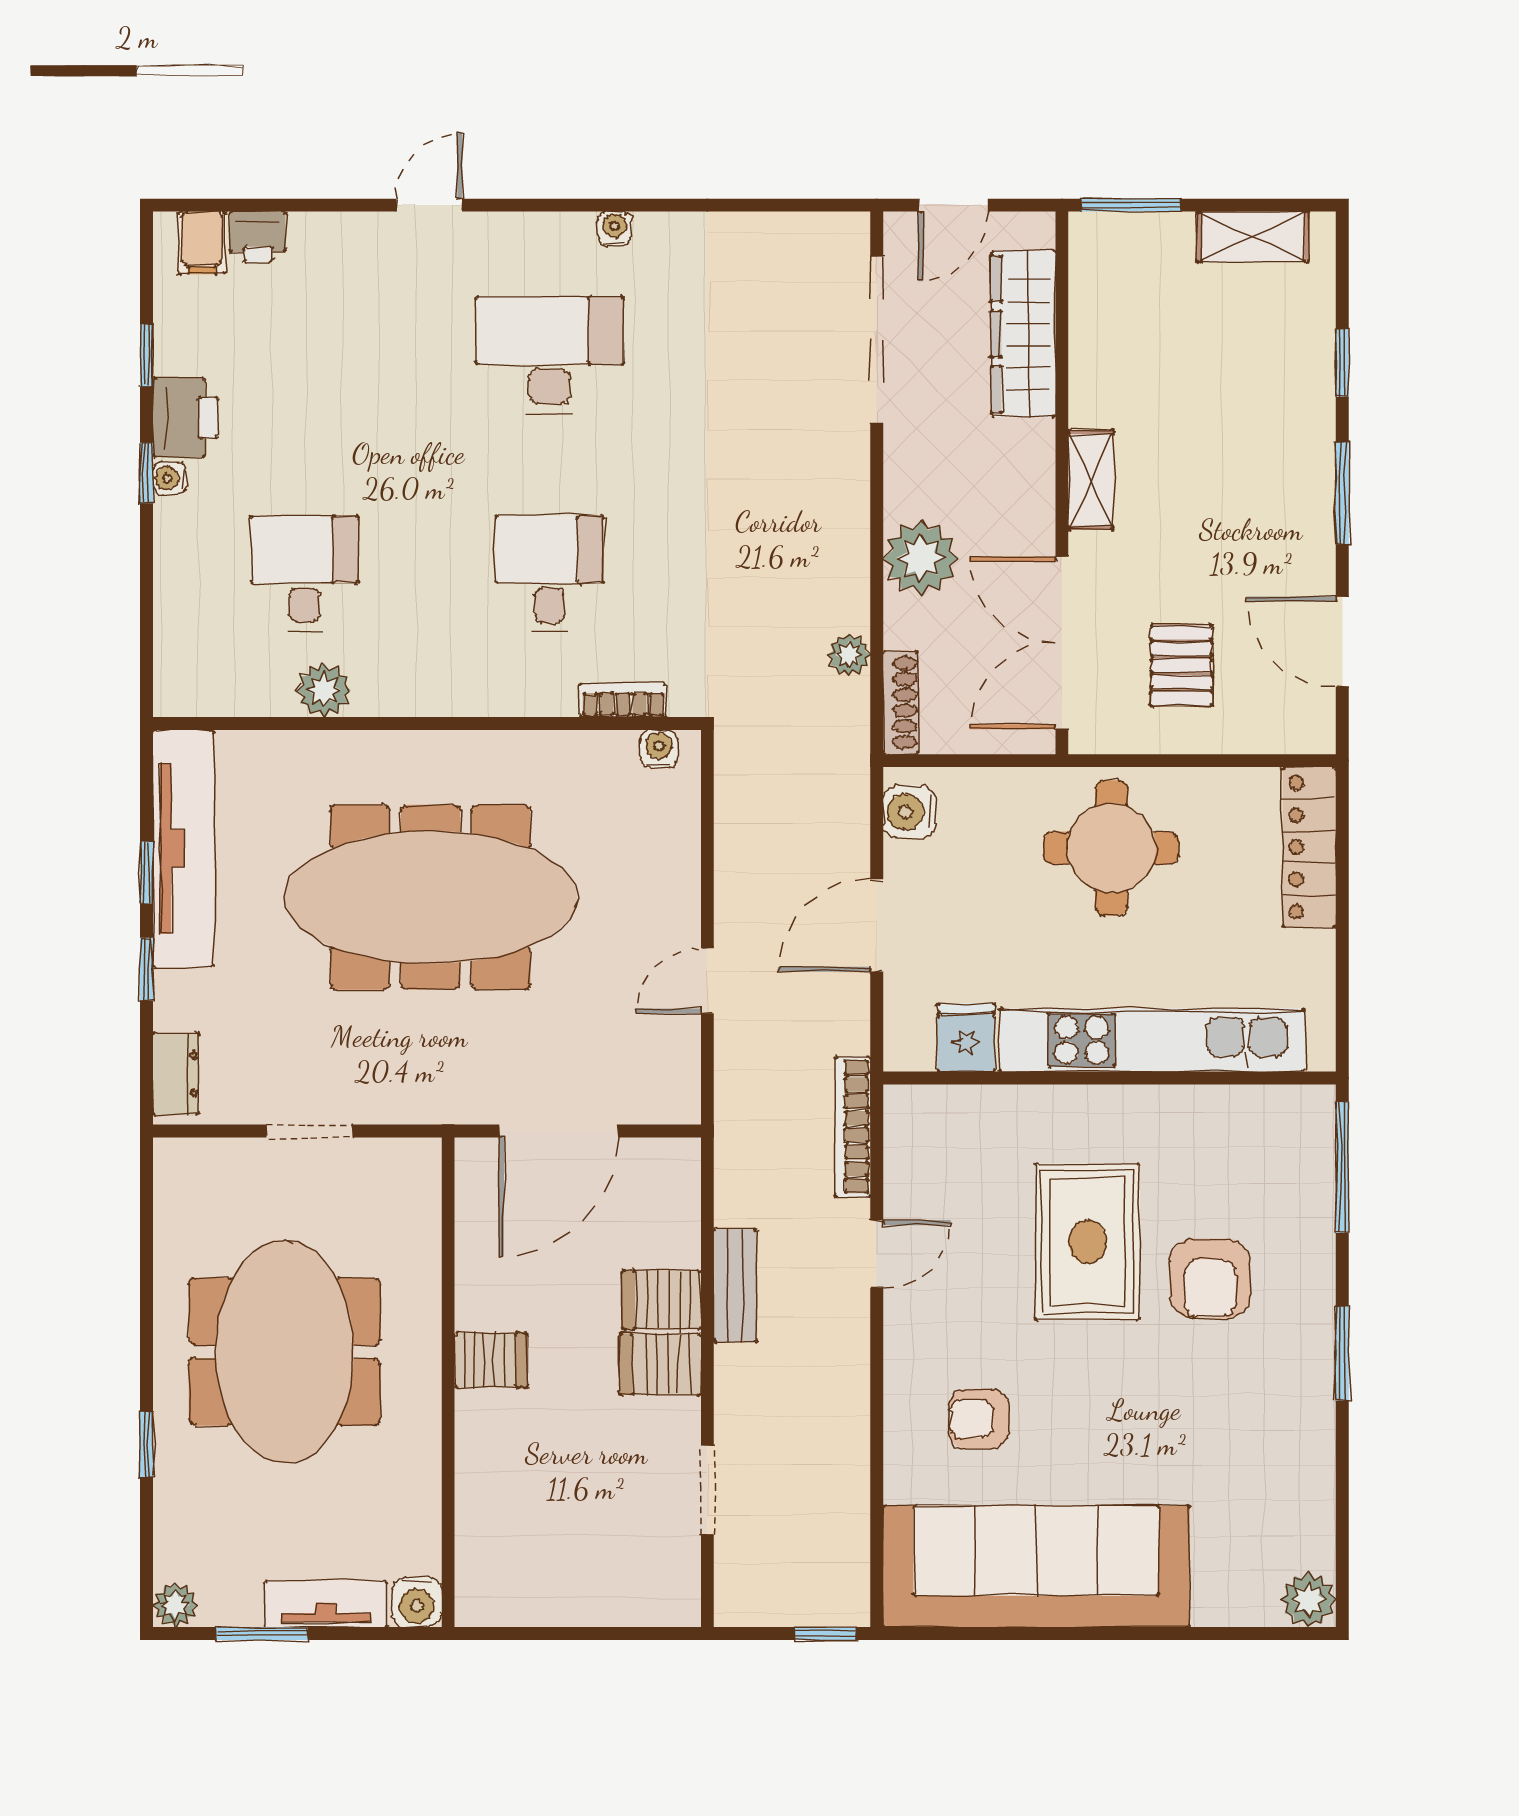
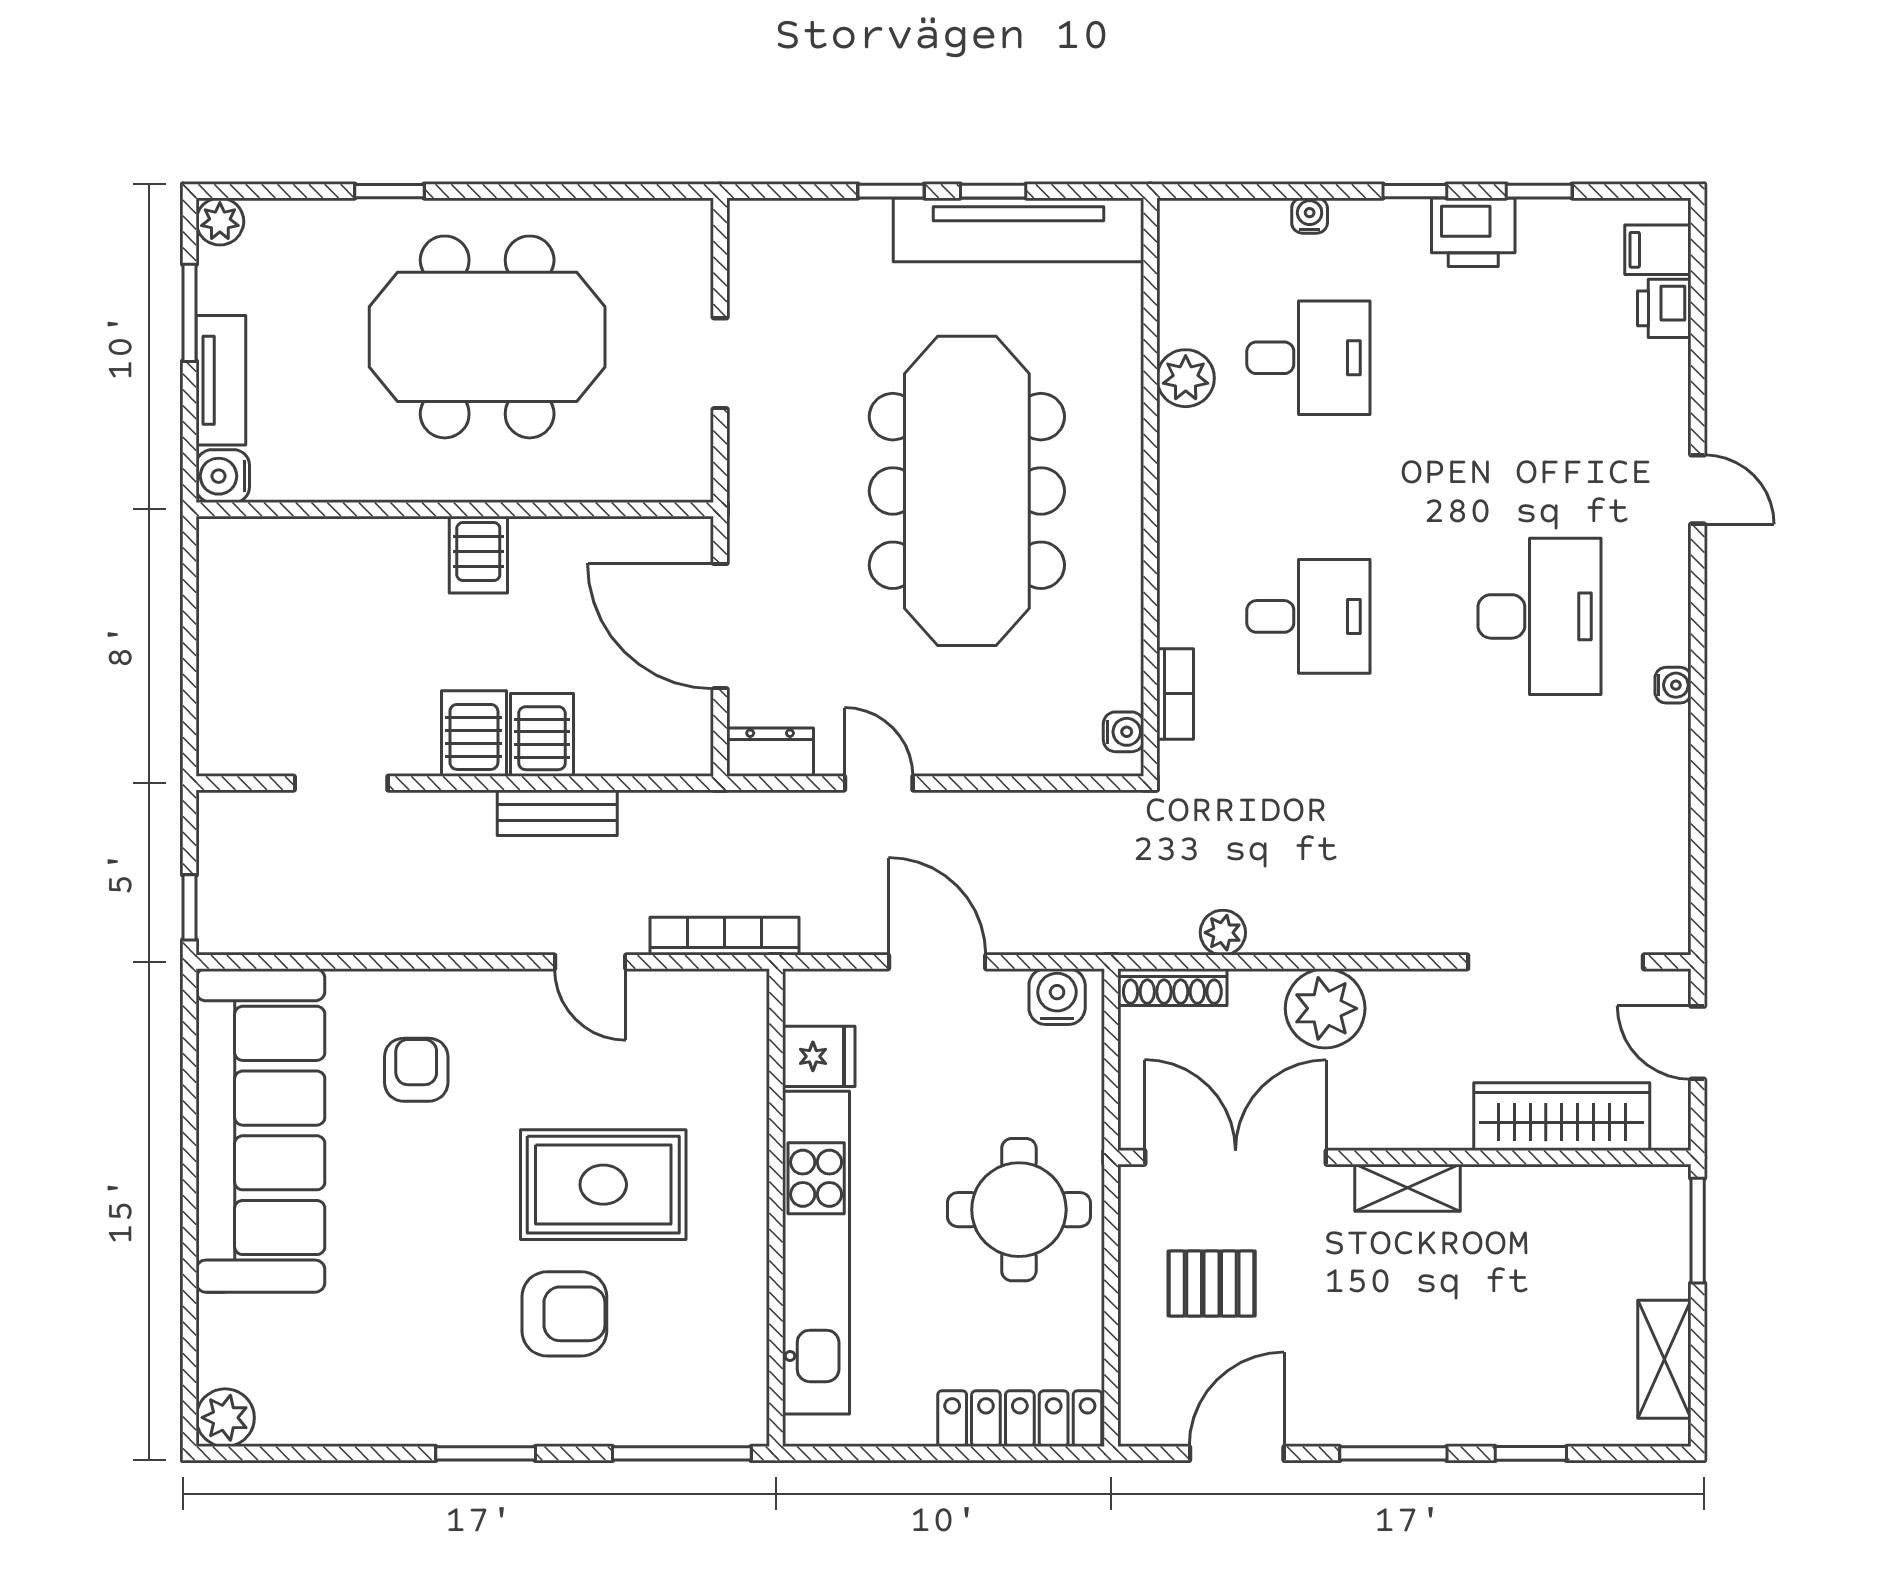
water cooler: (170, 478) -> (1310, 216), moved
dresser: (176, 1074) -> (770, 752), moved, turned 180
armchair: (1210, 1279) -> (564, 1314), turned 180

